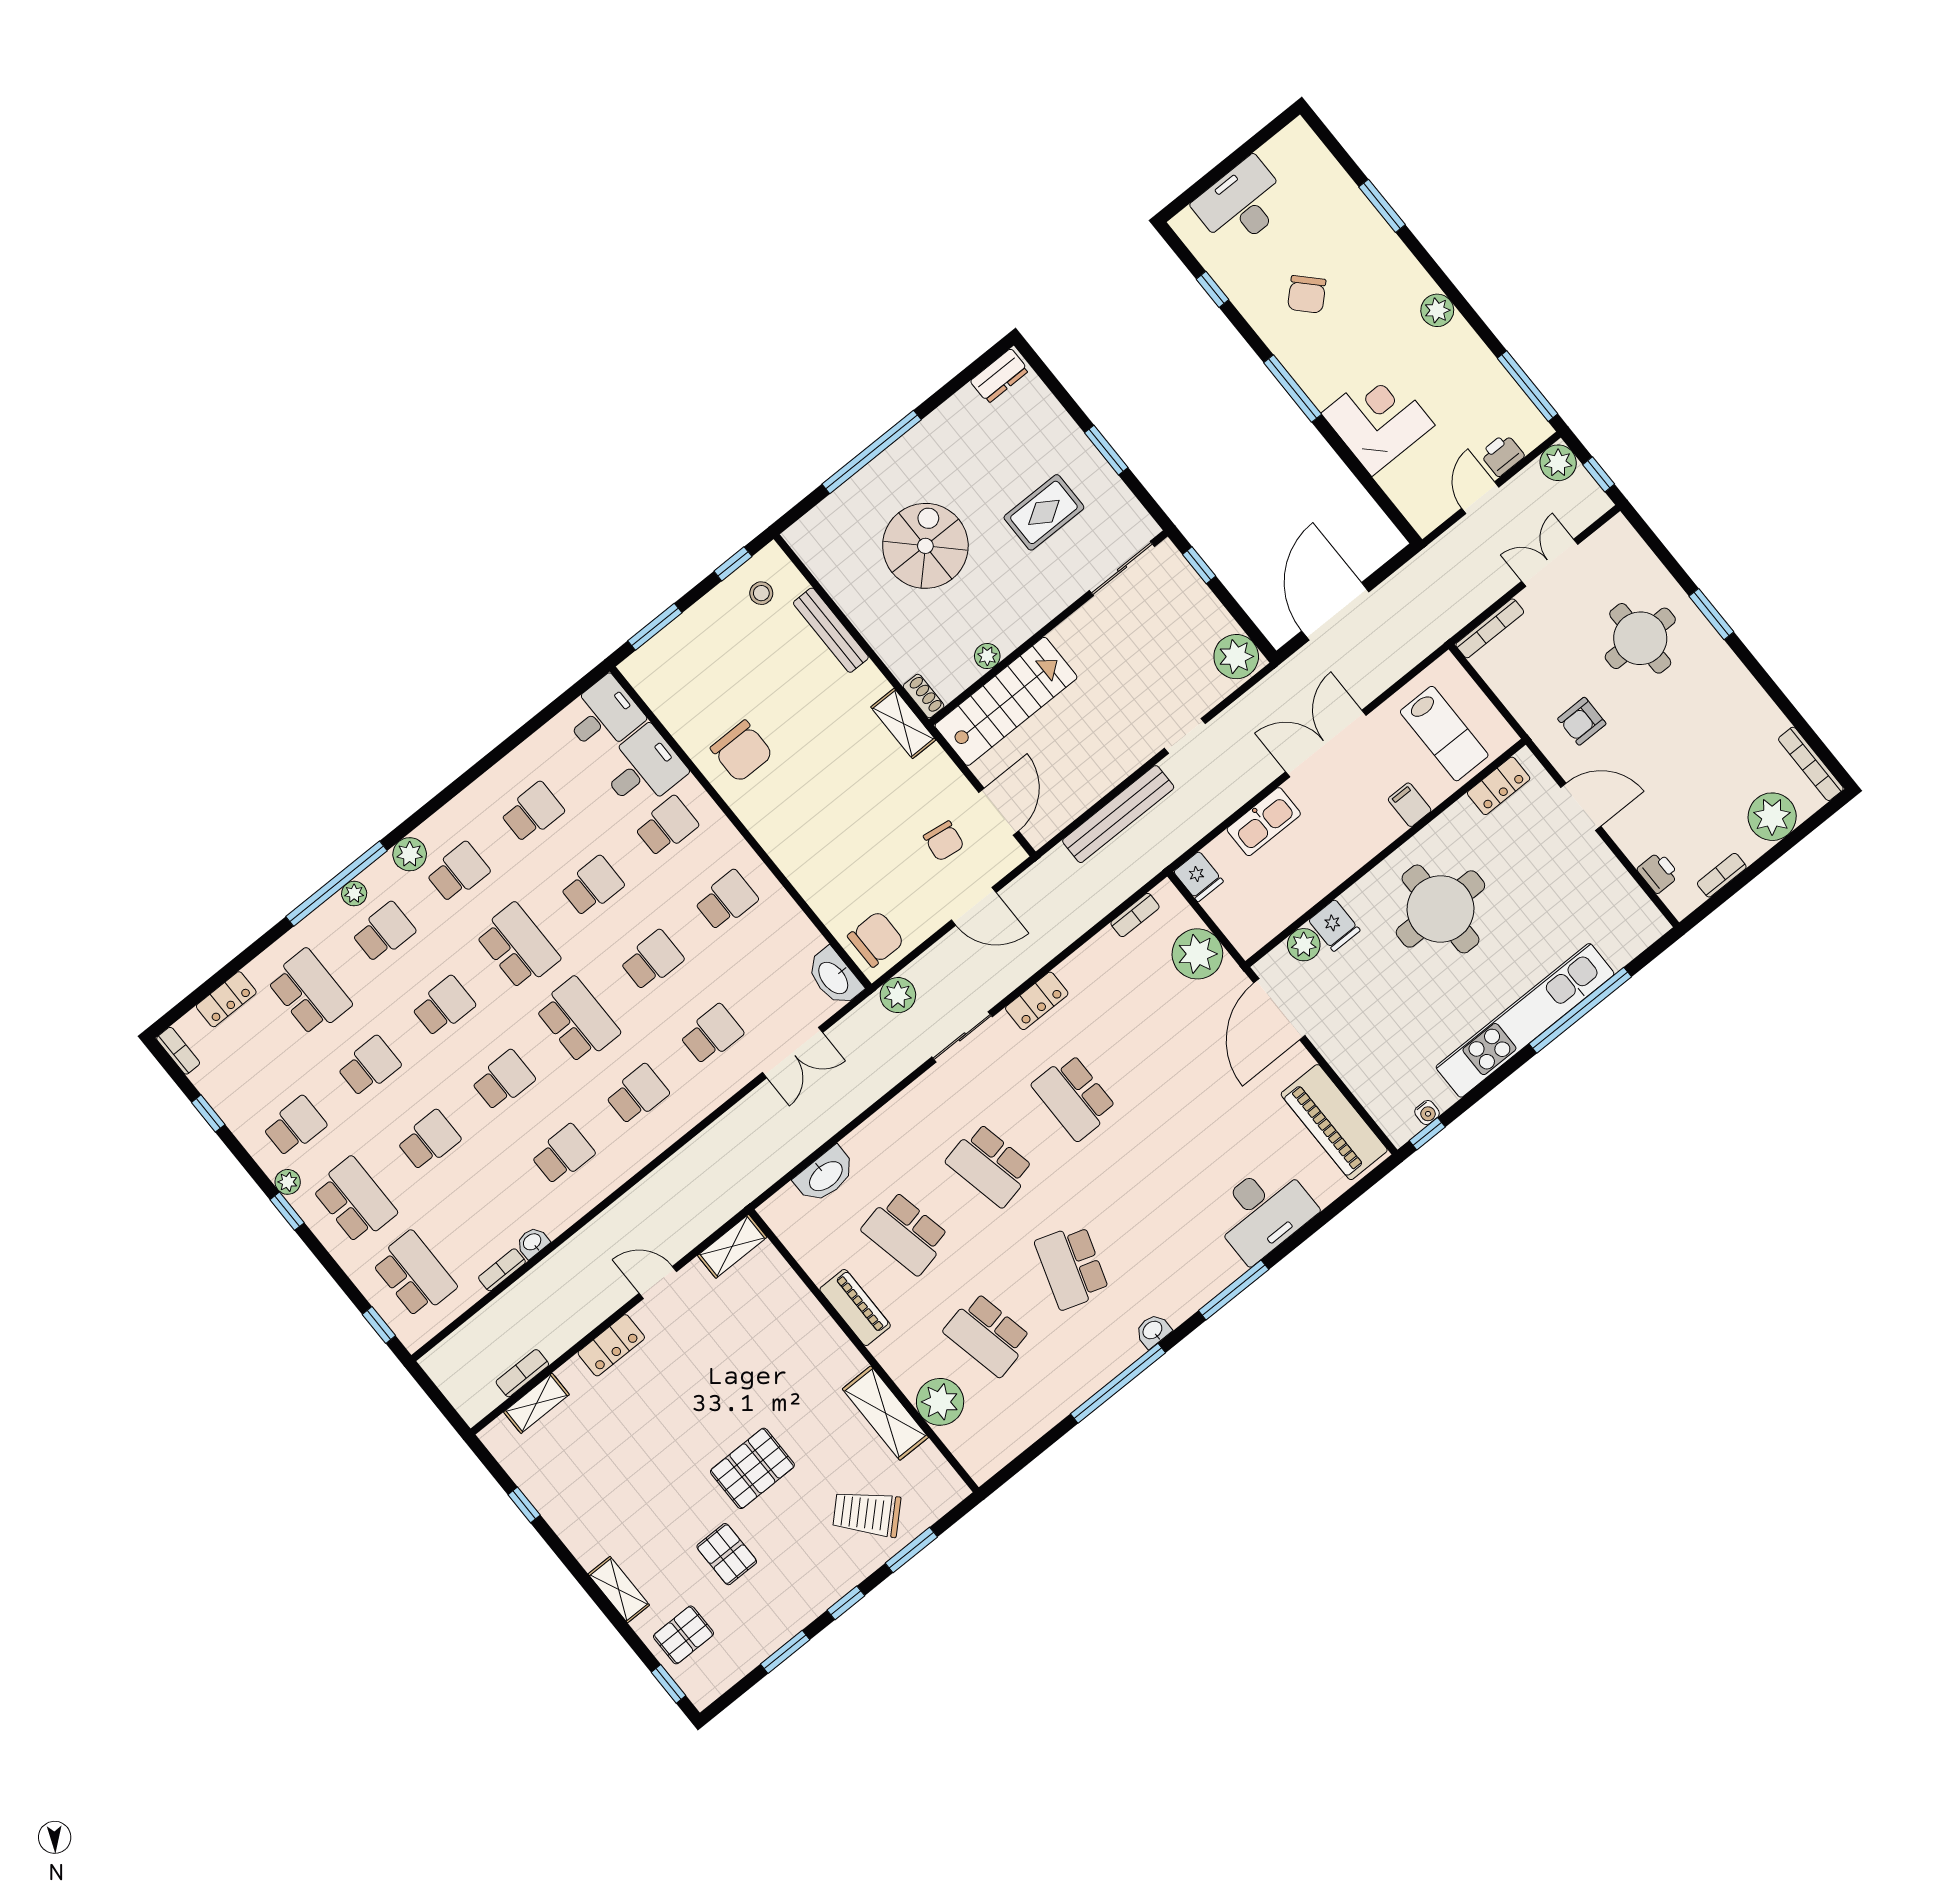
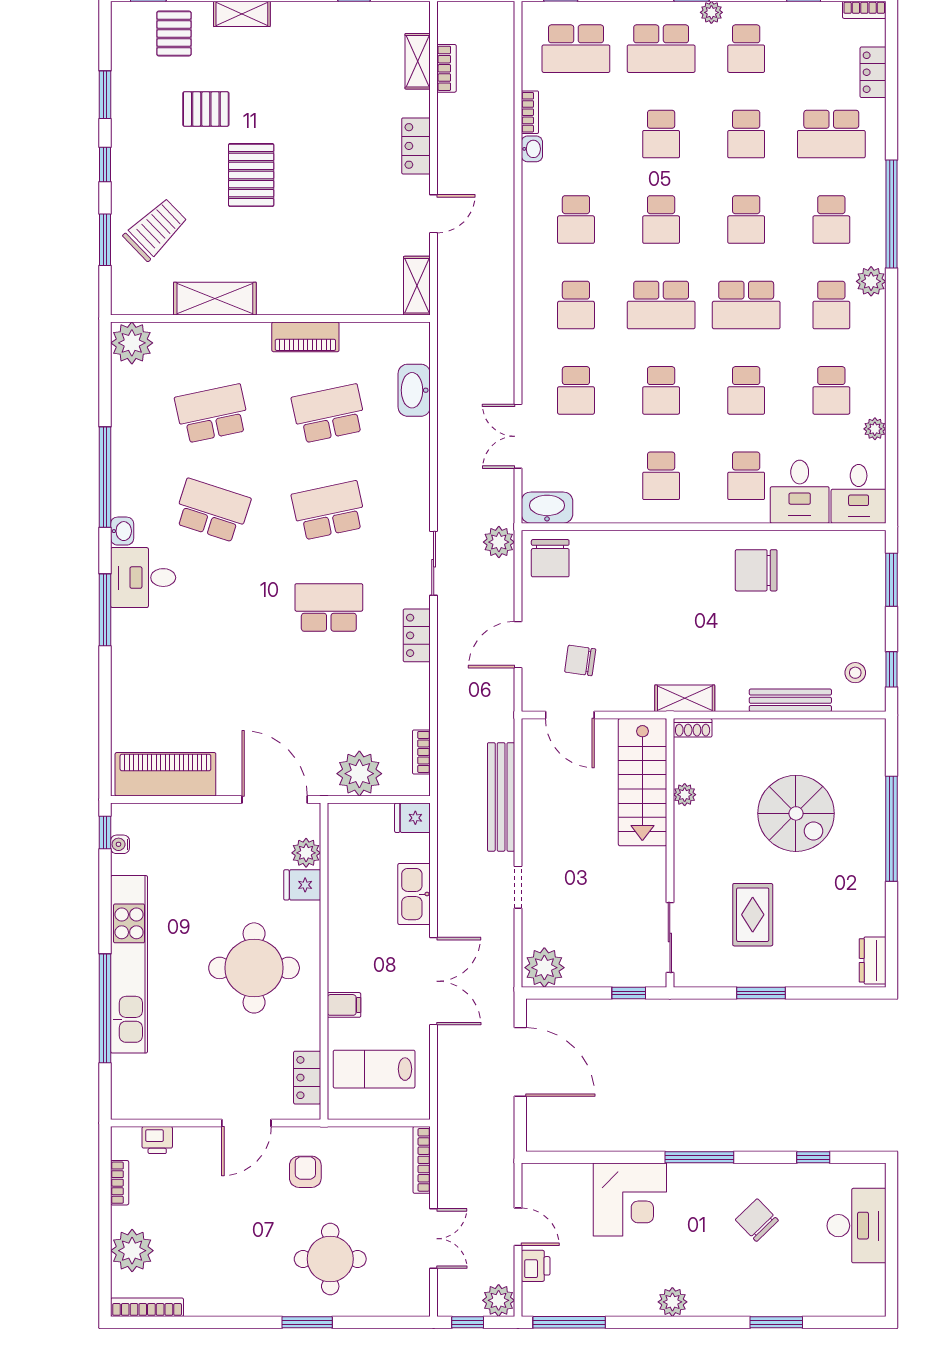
plant: (354, 894) -> (875, 429), moved
desk: (1263, 1212) -> (143, 578), moved, width x0.73
plant: (940, 1402) -> (132, 343), moved

